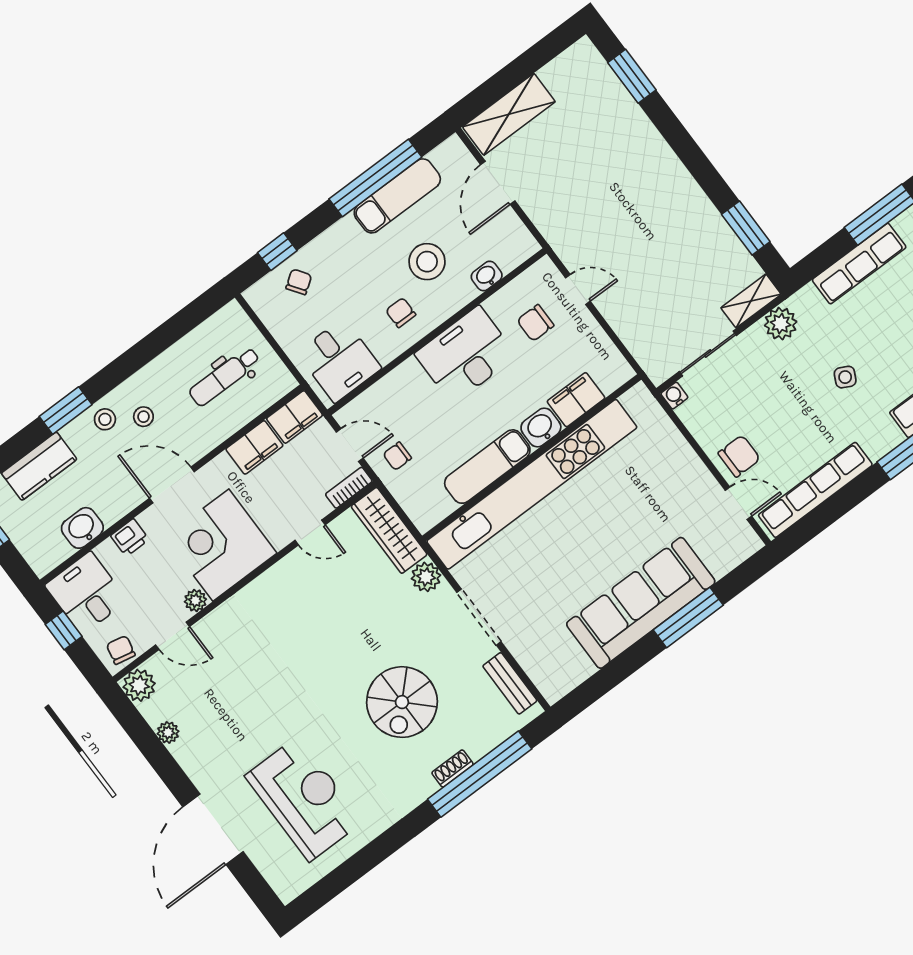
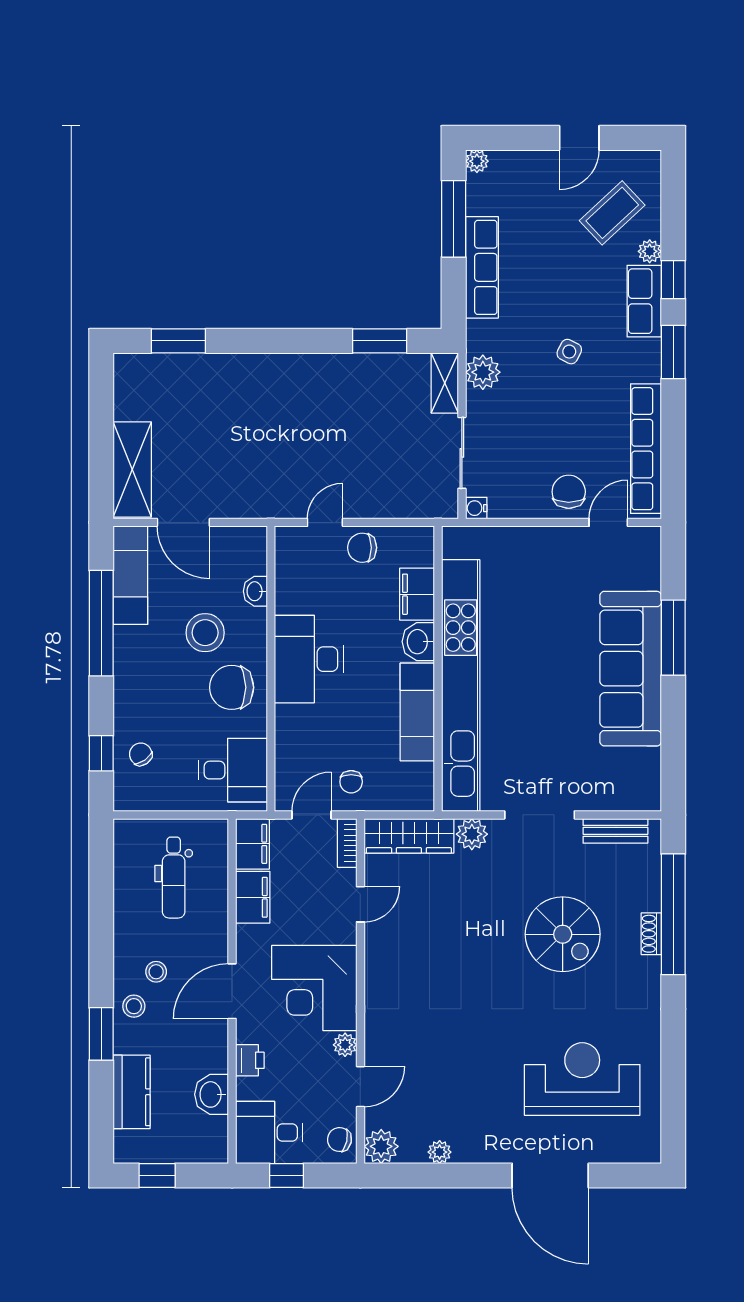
exam couch: (397, 196) -> (130, 575), moved
chair: (401, 313) -> (232, 687), width x1.87, depth x1.87
chair: (535, 323) -> (362, 548), moved, turned 90

